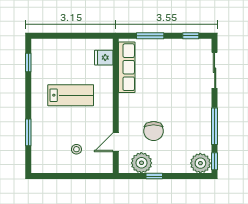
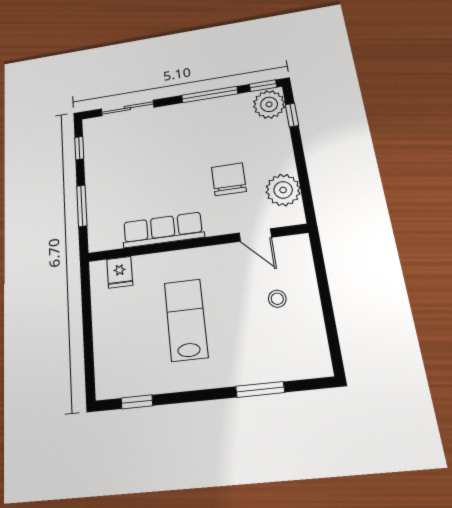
row of seats: (127, 67) -> (163, 230), moved
chair: (154, 131) -> (229, 179), turned -90
window: (154, 176) -> (292, 115), moved

